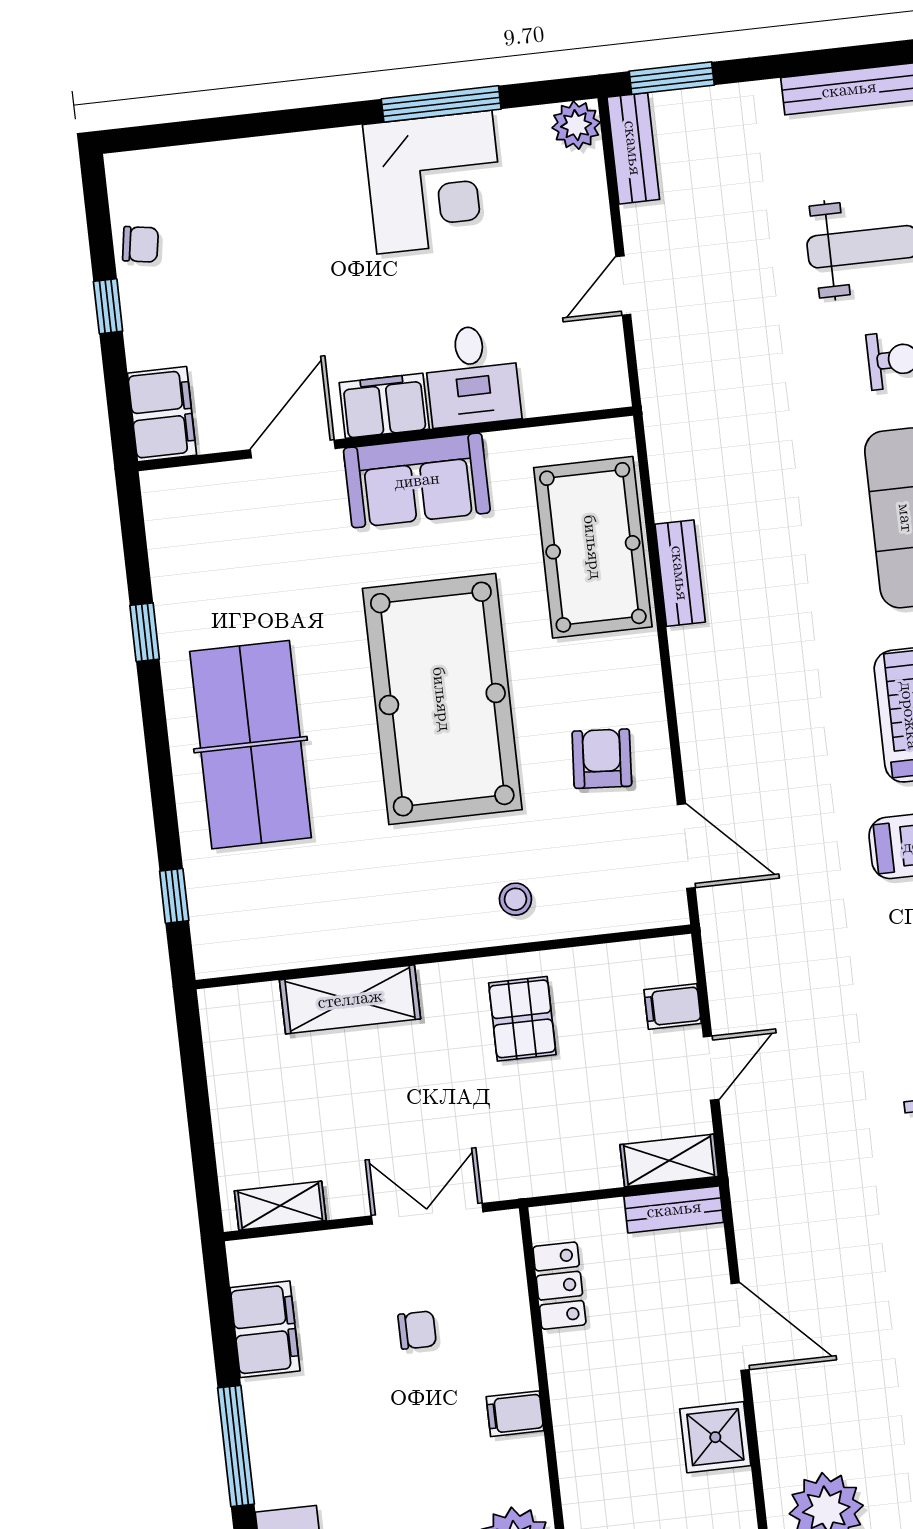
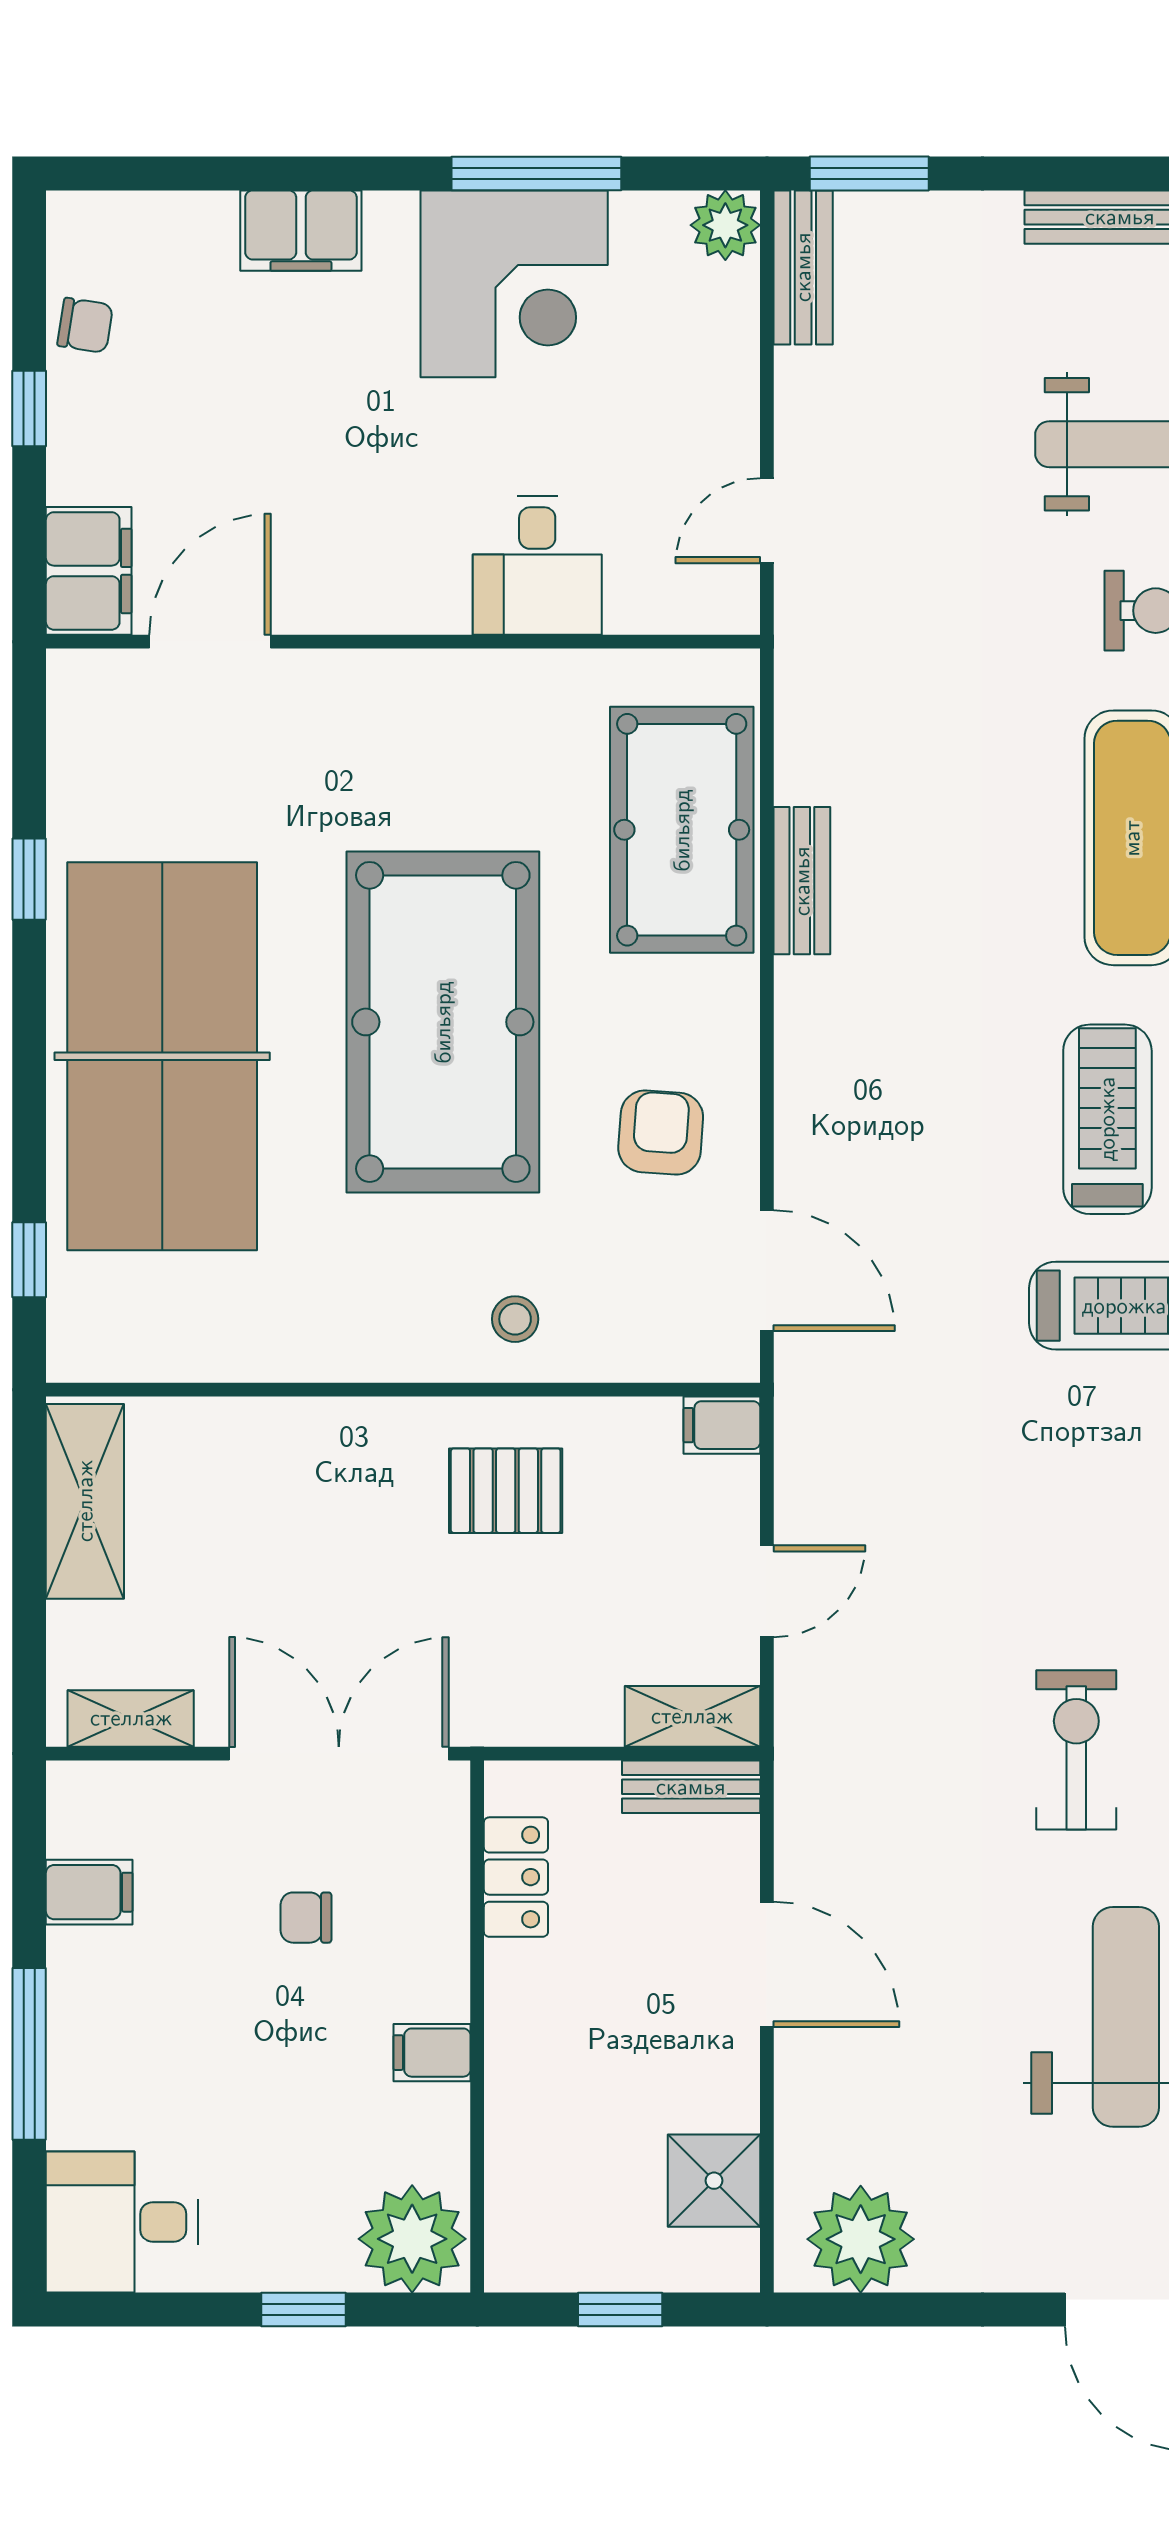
door: (623, 286) -> (767, 521), moved
filing cabinet: (384, 406) -> (301, 231), moved, turned 180
door: (293, 449) -> (210, 642), moved
sofa: (417, 480) -> (441, 706), removed
table tennis table: (251, 745) -> (162, 1056), width x1.36, depth x1.32
shelving: (350, 999) -> (85, 1501), moved, turned 90
filing cabinet: (673, 1006) -> (722, 1425), moved
pallet: (522, 1019) -> (506, 1491), turned 90
double door: (427, 1214) -> (339, 1754), width x1.37
filing cabinet: (265, 1329) -> (89, 1892), width x0.50
chair: (417, 1330) -> (306, 1918), turned 180
shower: (715, 1437) -> (714, 2181), moved

